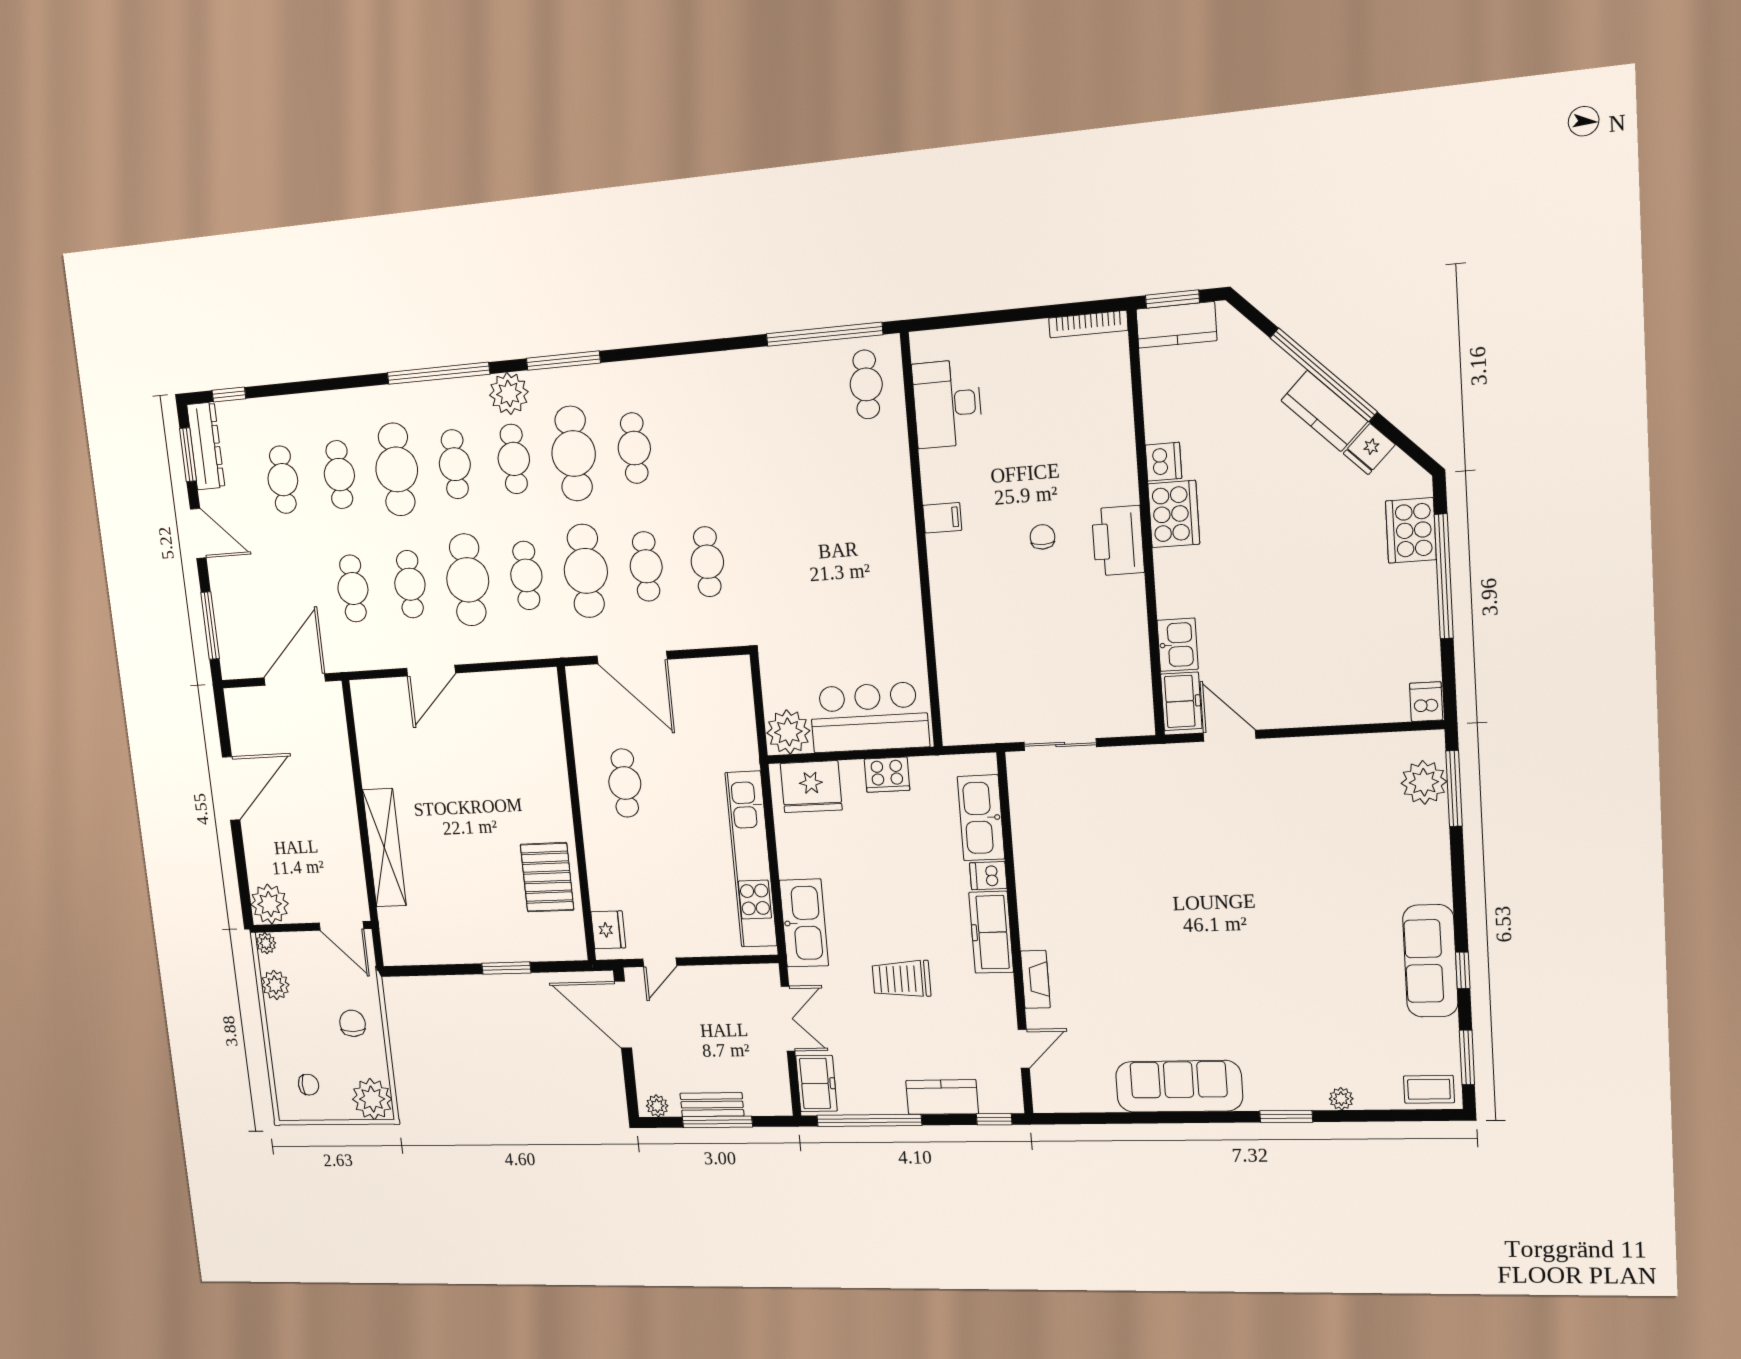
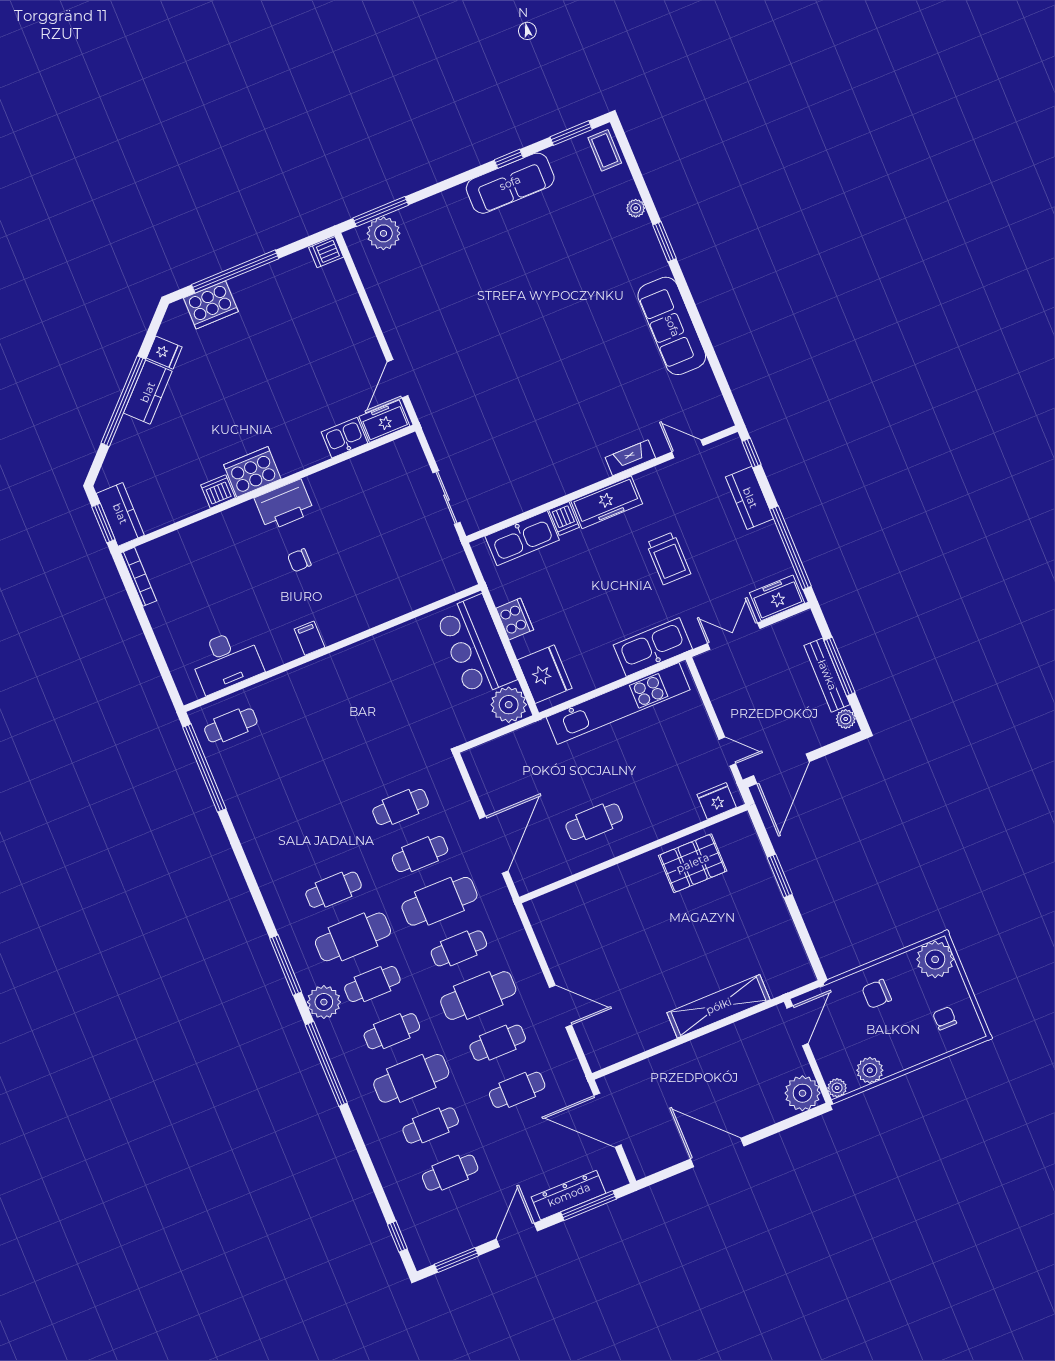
dresser: (206, 446) -> (569, 1195), moved
bench: (712, 1105) -> (827, 675), width x1.36

